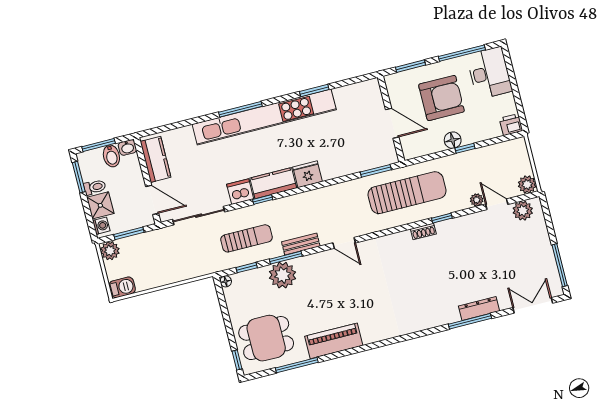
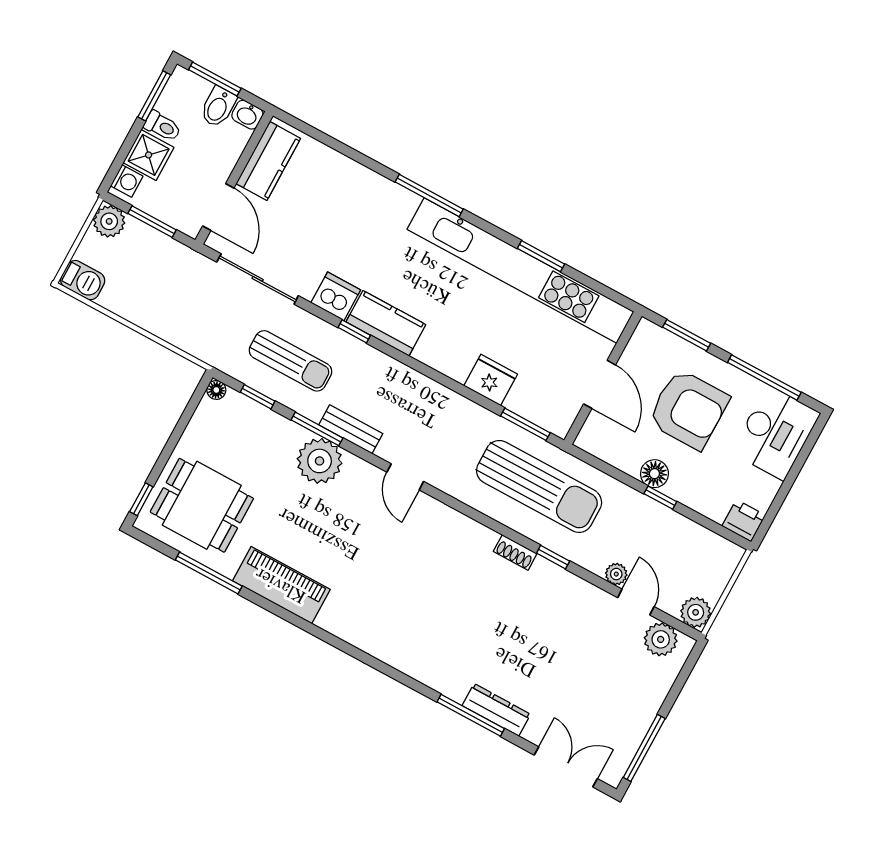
kitchen unit: (264, 117) -> (521, 271), moved
fridge: (308, 174) -> (491, 380), moved
plant: (283, 275) -> (320, 461), moved

